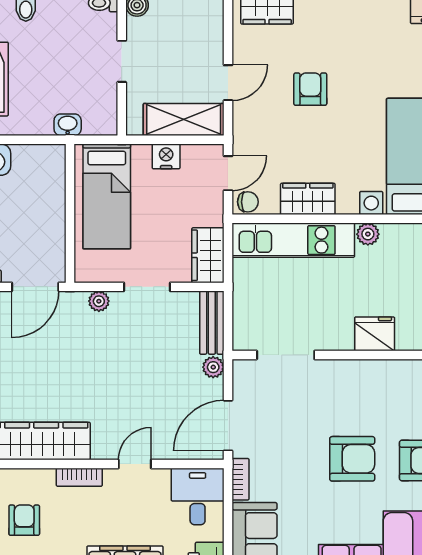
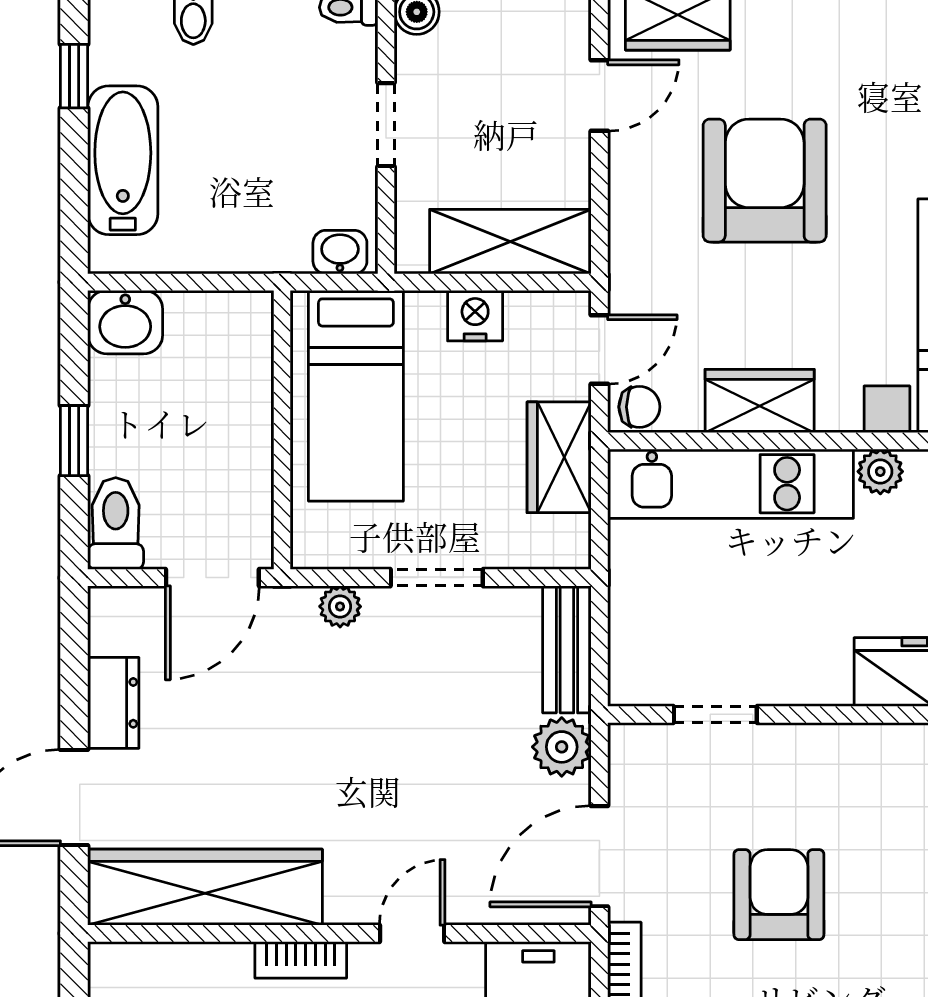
door: (228, 83) -> (599, 96), moved
armchair: (310, 89) -> (765, 181), width x1.88, depth x1.88
washbasin: (68, 125) -> (340, 252), moved
wardrobe: (208, 255) -> (559, 457), moved
doorway: (286, 355) -> (715, 714), width x0.73
plant: (213, 367) -> (562, 747), width x1.38, depth x1.38
armchair: (352, 459) -> (779, 895), moved, turned -90

